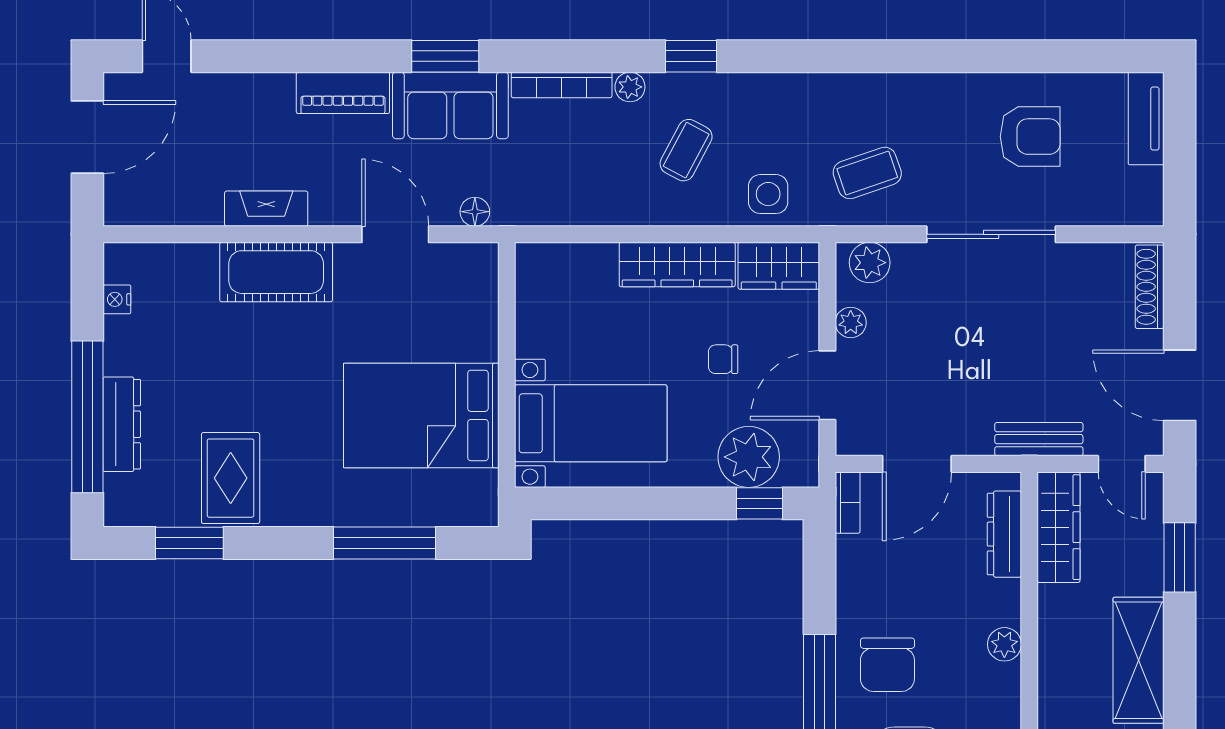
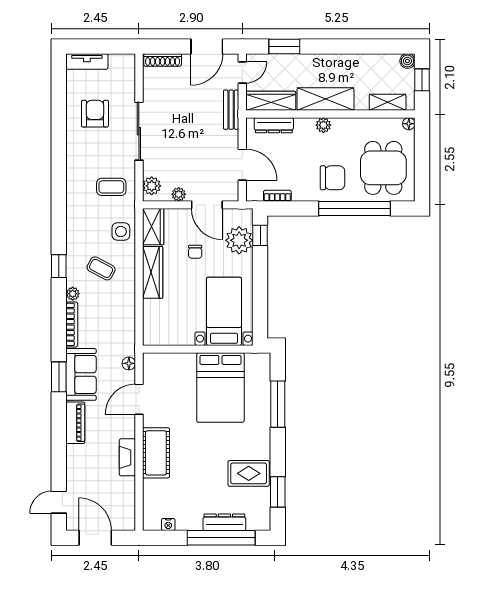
coffee table: (867, 173) -> (111, 187), turned -71
bookcase: (848, 503) -> (277, 196), moved
shelving: (1138, 660) -> (325, 99), moved

